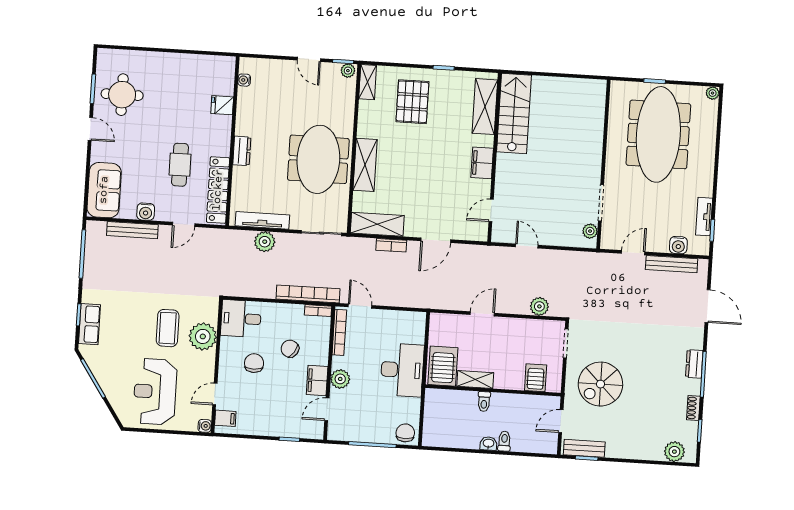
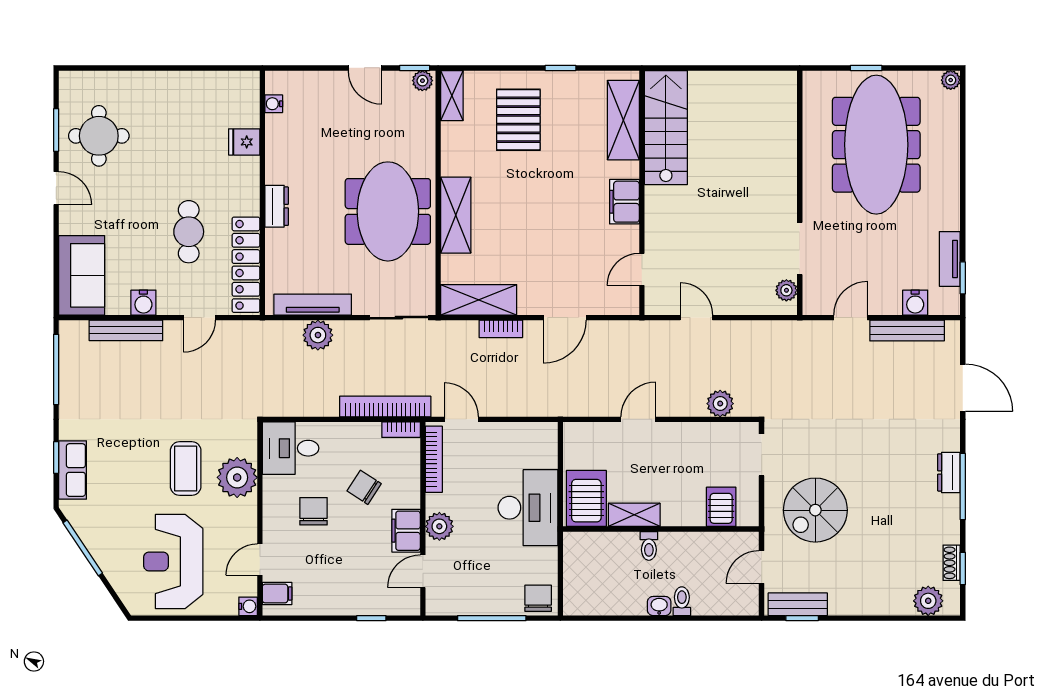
shoe rack: (693, 408) -> (952, 563), moved

